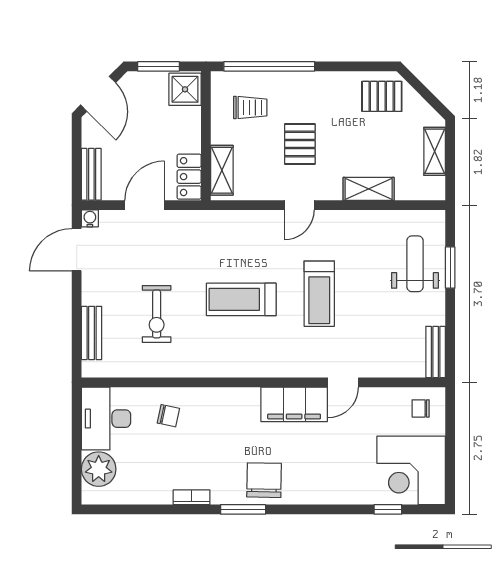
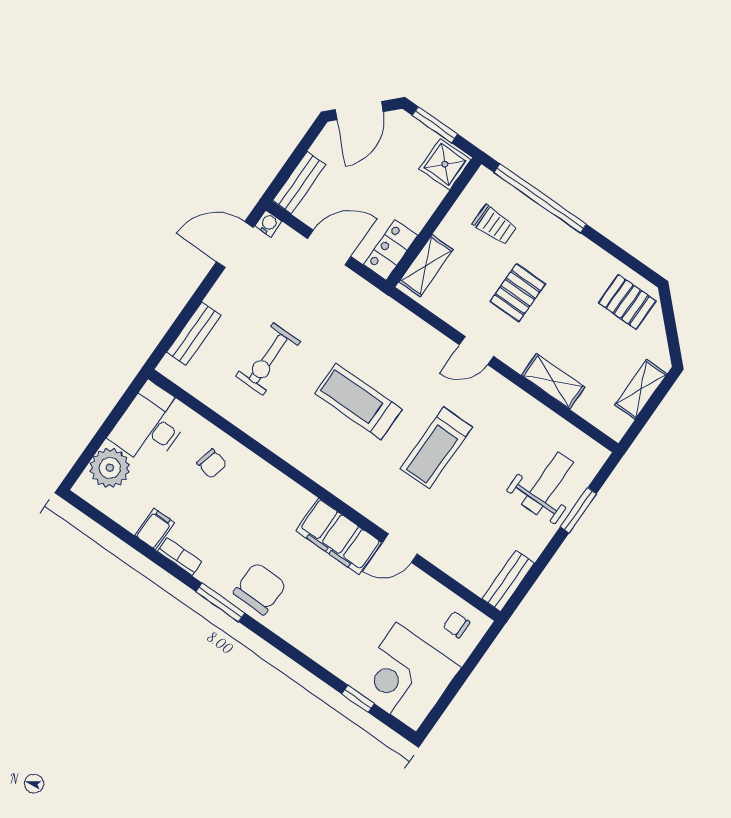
filing cabinet: (160, 490) -> (155, 529), added

